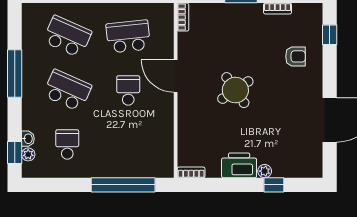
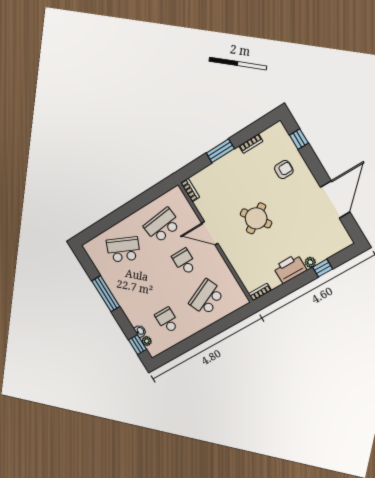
school desk: (67, 90) -> (207, 298), moved, turned -48
window: (123, 185) -> (220, 326), removed

